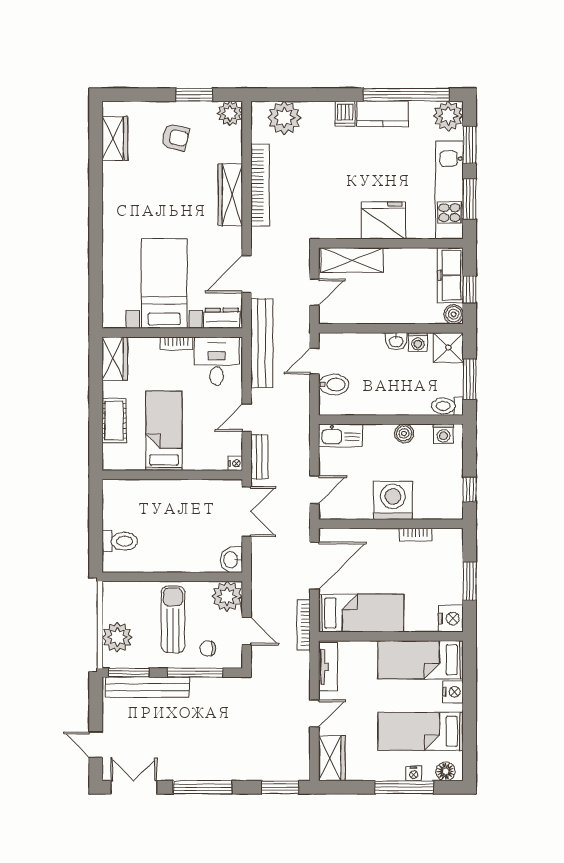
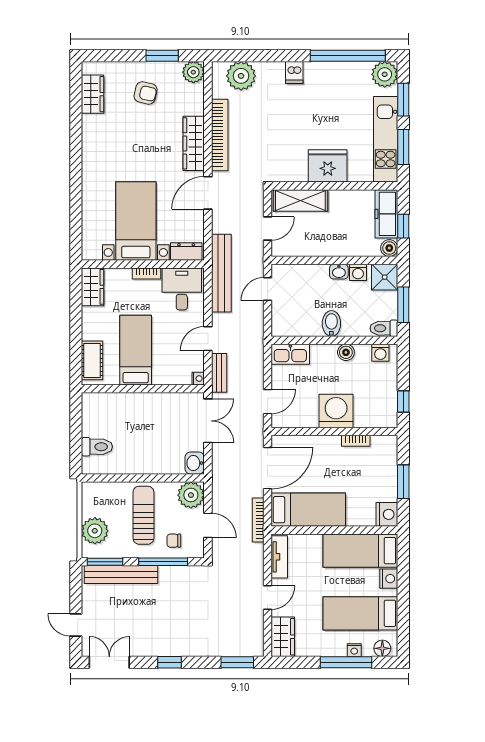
kitchen counter: (382, 114) -> (327, 73), removed
door: (247, 274) -> (208, 193), moved
bidet: (334, 384) -> (331, 324), moved, turned -90
cot: (114, 421) -> (92, 360), moved
window: (203, 787) -> (169, 662), width x0.46

